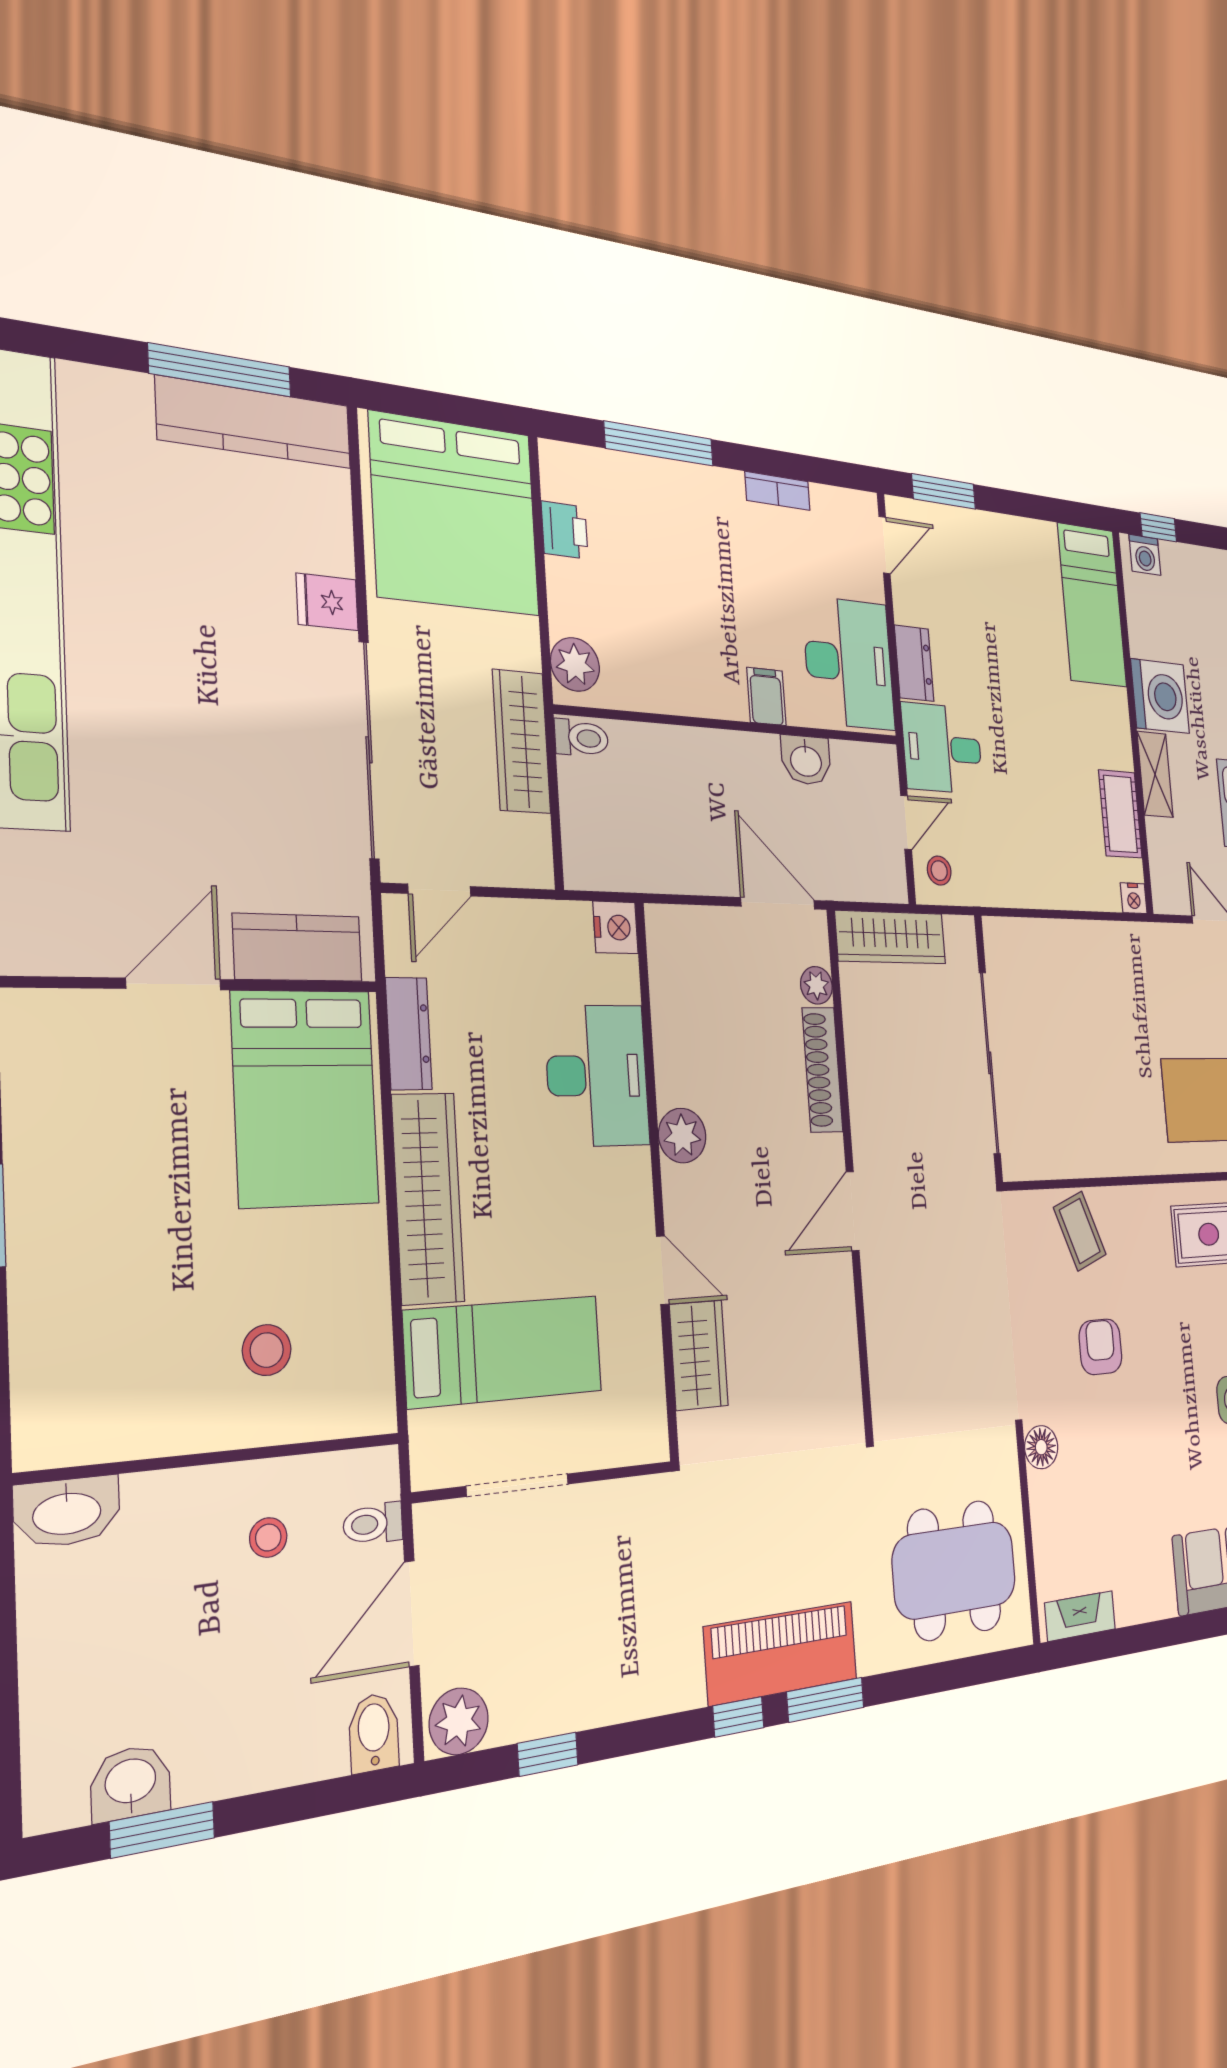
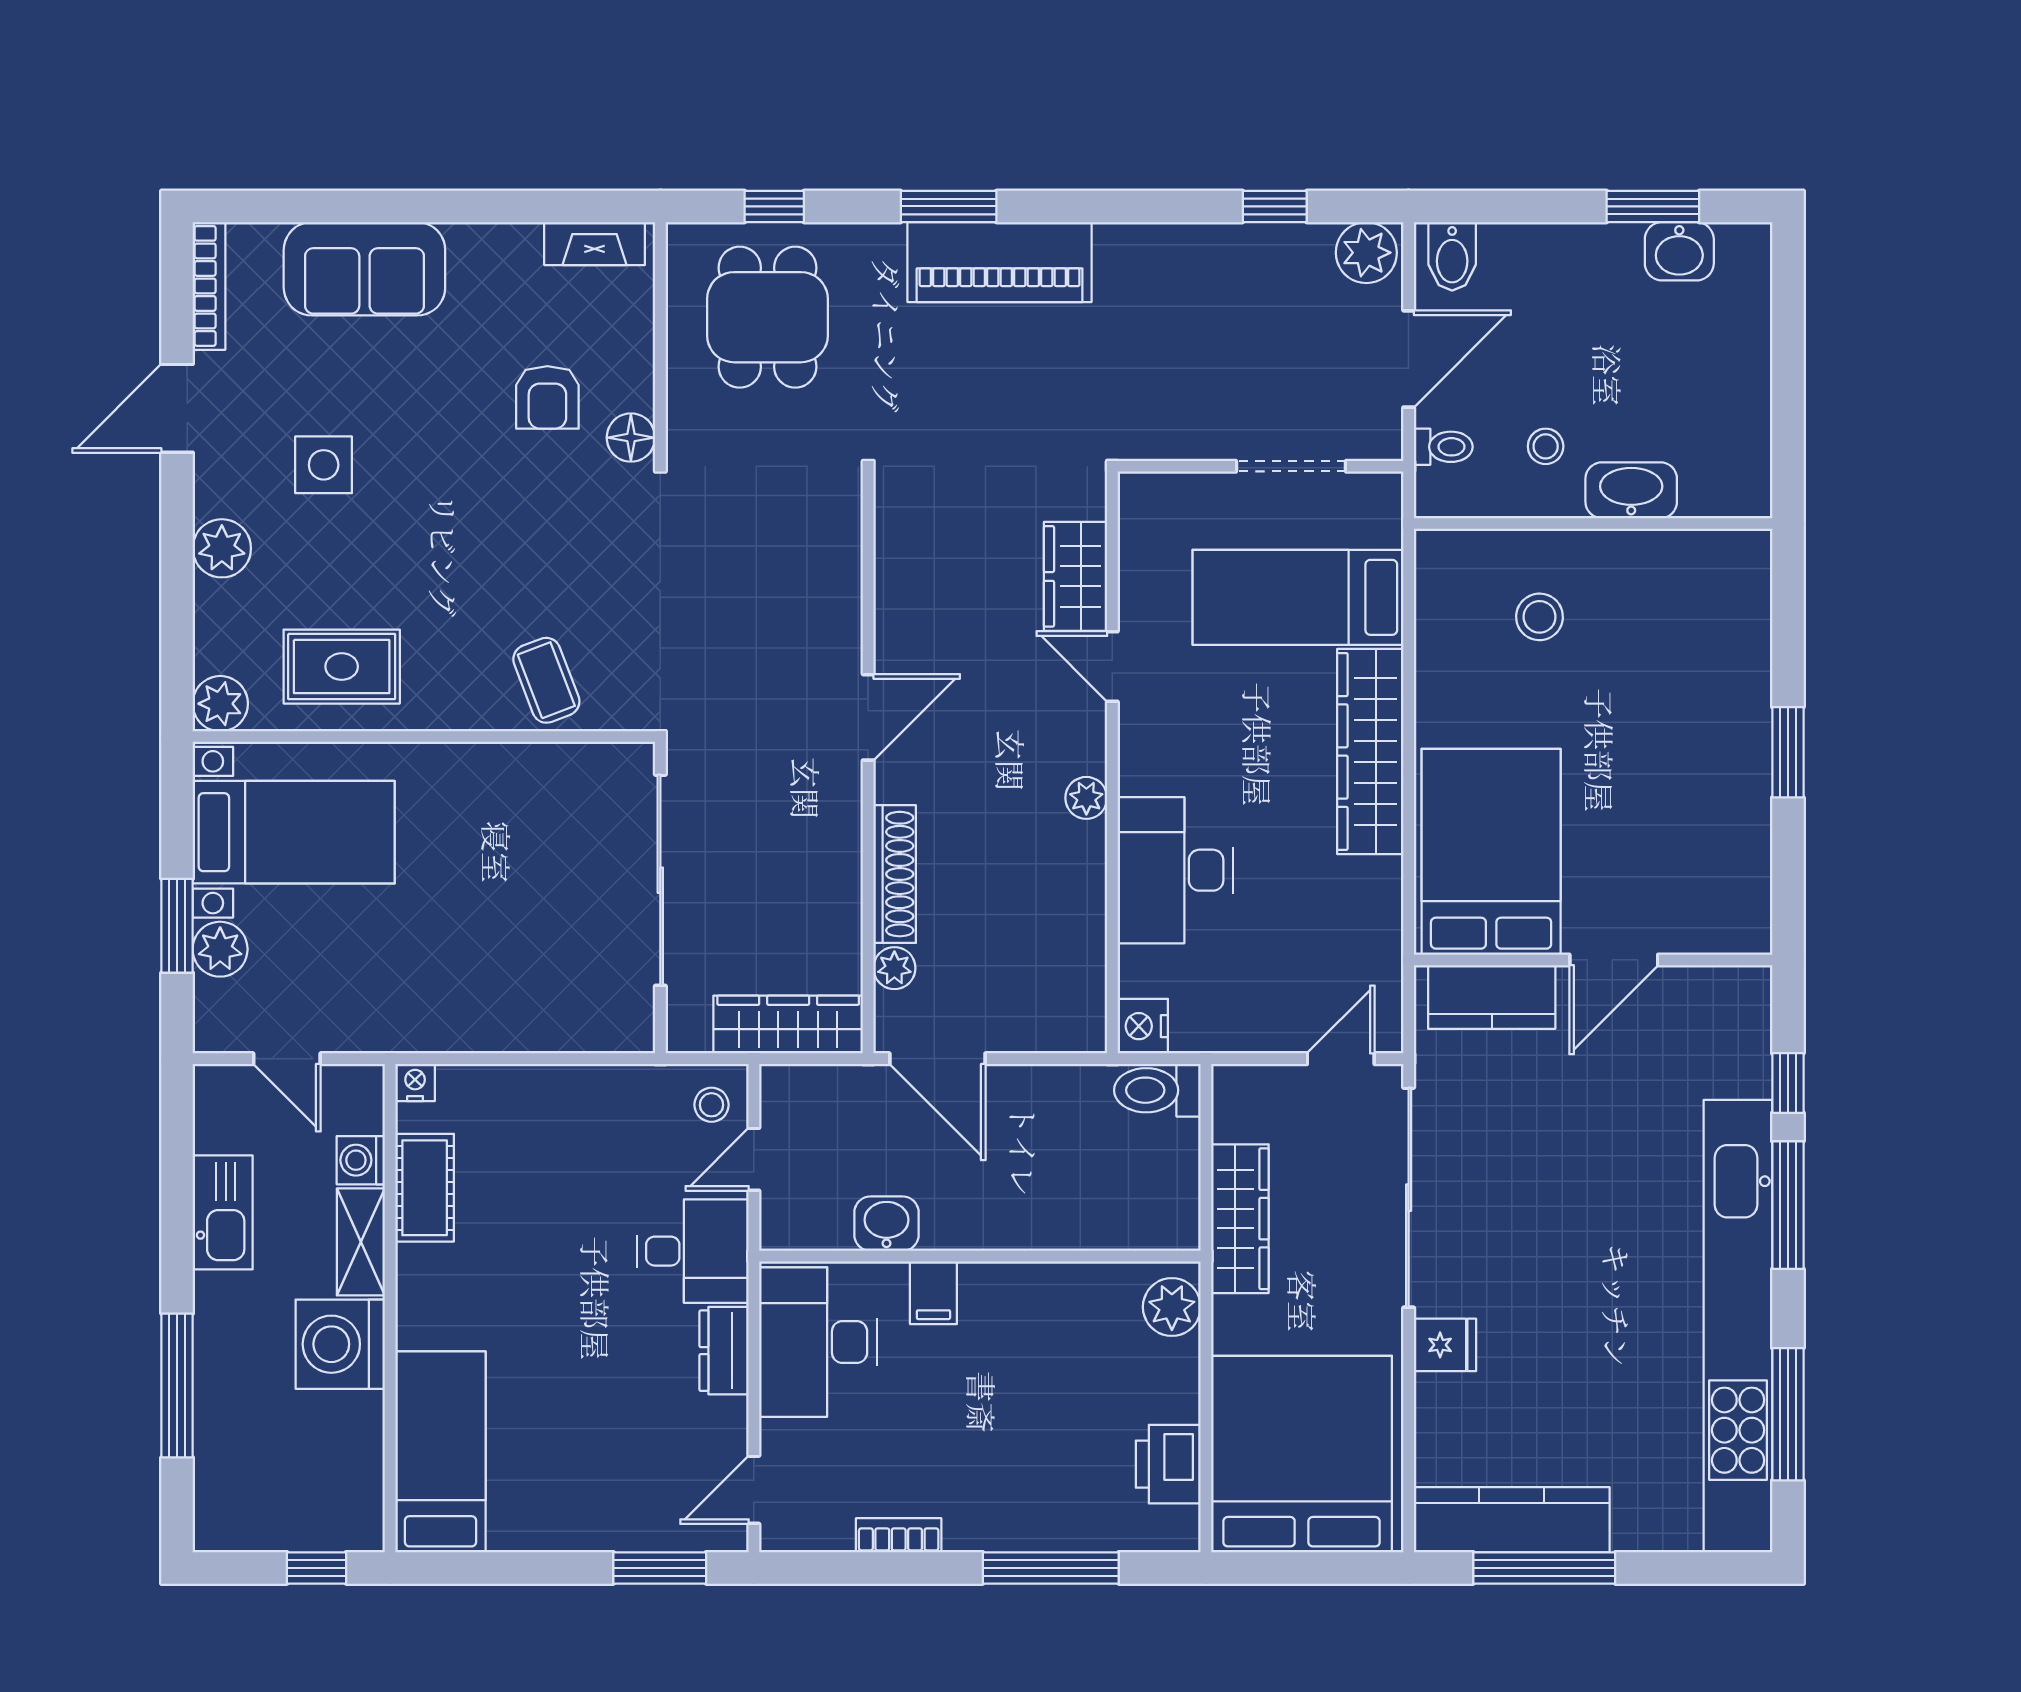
printer: (565, 530) -> (1168, 1464), width x1.36, depth x1.24
washing machine: (1145, 555) -> (361, 1160), moved, turned -90
toilet: (581, 738) -> (1157, 1090), moved, width x1.37, depth x1.39
dresser: (409, 1034) -> (1382, 914), removed
plant: (682, 1136) -> (1086, 798), width x0.73, depth x0.73
armchair: (1100, 1347) -> (547, 397), moved
washbasin: (67, 1512) -> (1631, 490), moved
dining table: (954, 1570) -> (767, 317), width x0.73
window: (738, 1717) -> (774, 206), moved

